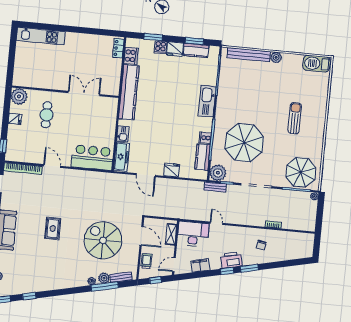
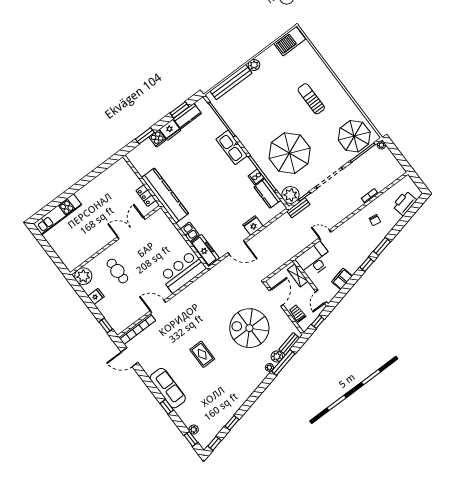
locker: (118, 48) -> (146, 196), moved
cooker: (131, 56) -> (141, 166), removed
door: (141, 236) -> (276, 298), hinge flipped
printer: (231, 260) -> (404, 203), moved

